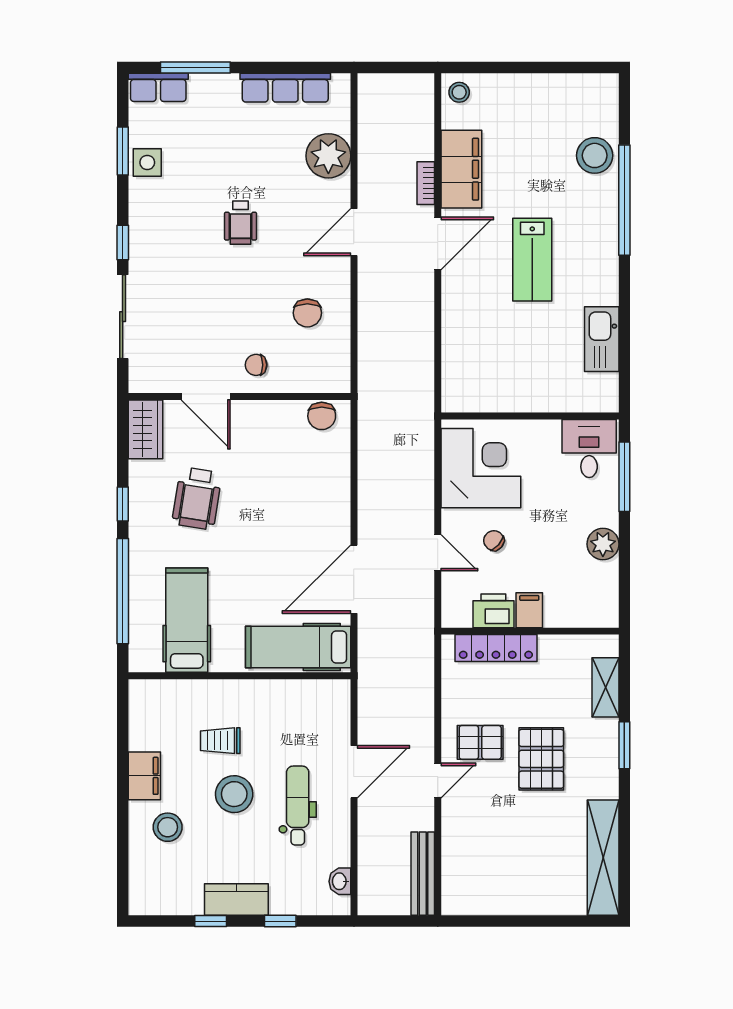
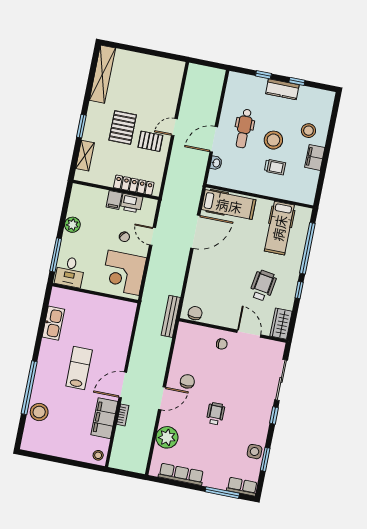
chair: (307, 313) -> (187, 381), moved
bench: (423, 874) -> (171, 316), moved
washbasin: (340, 881) -> (216, 163), moved

